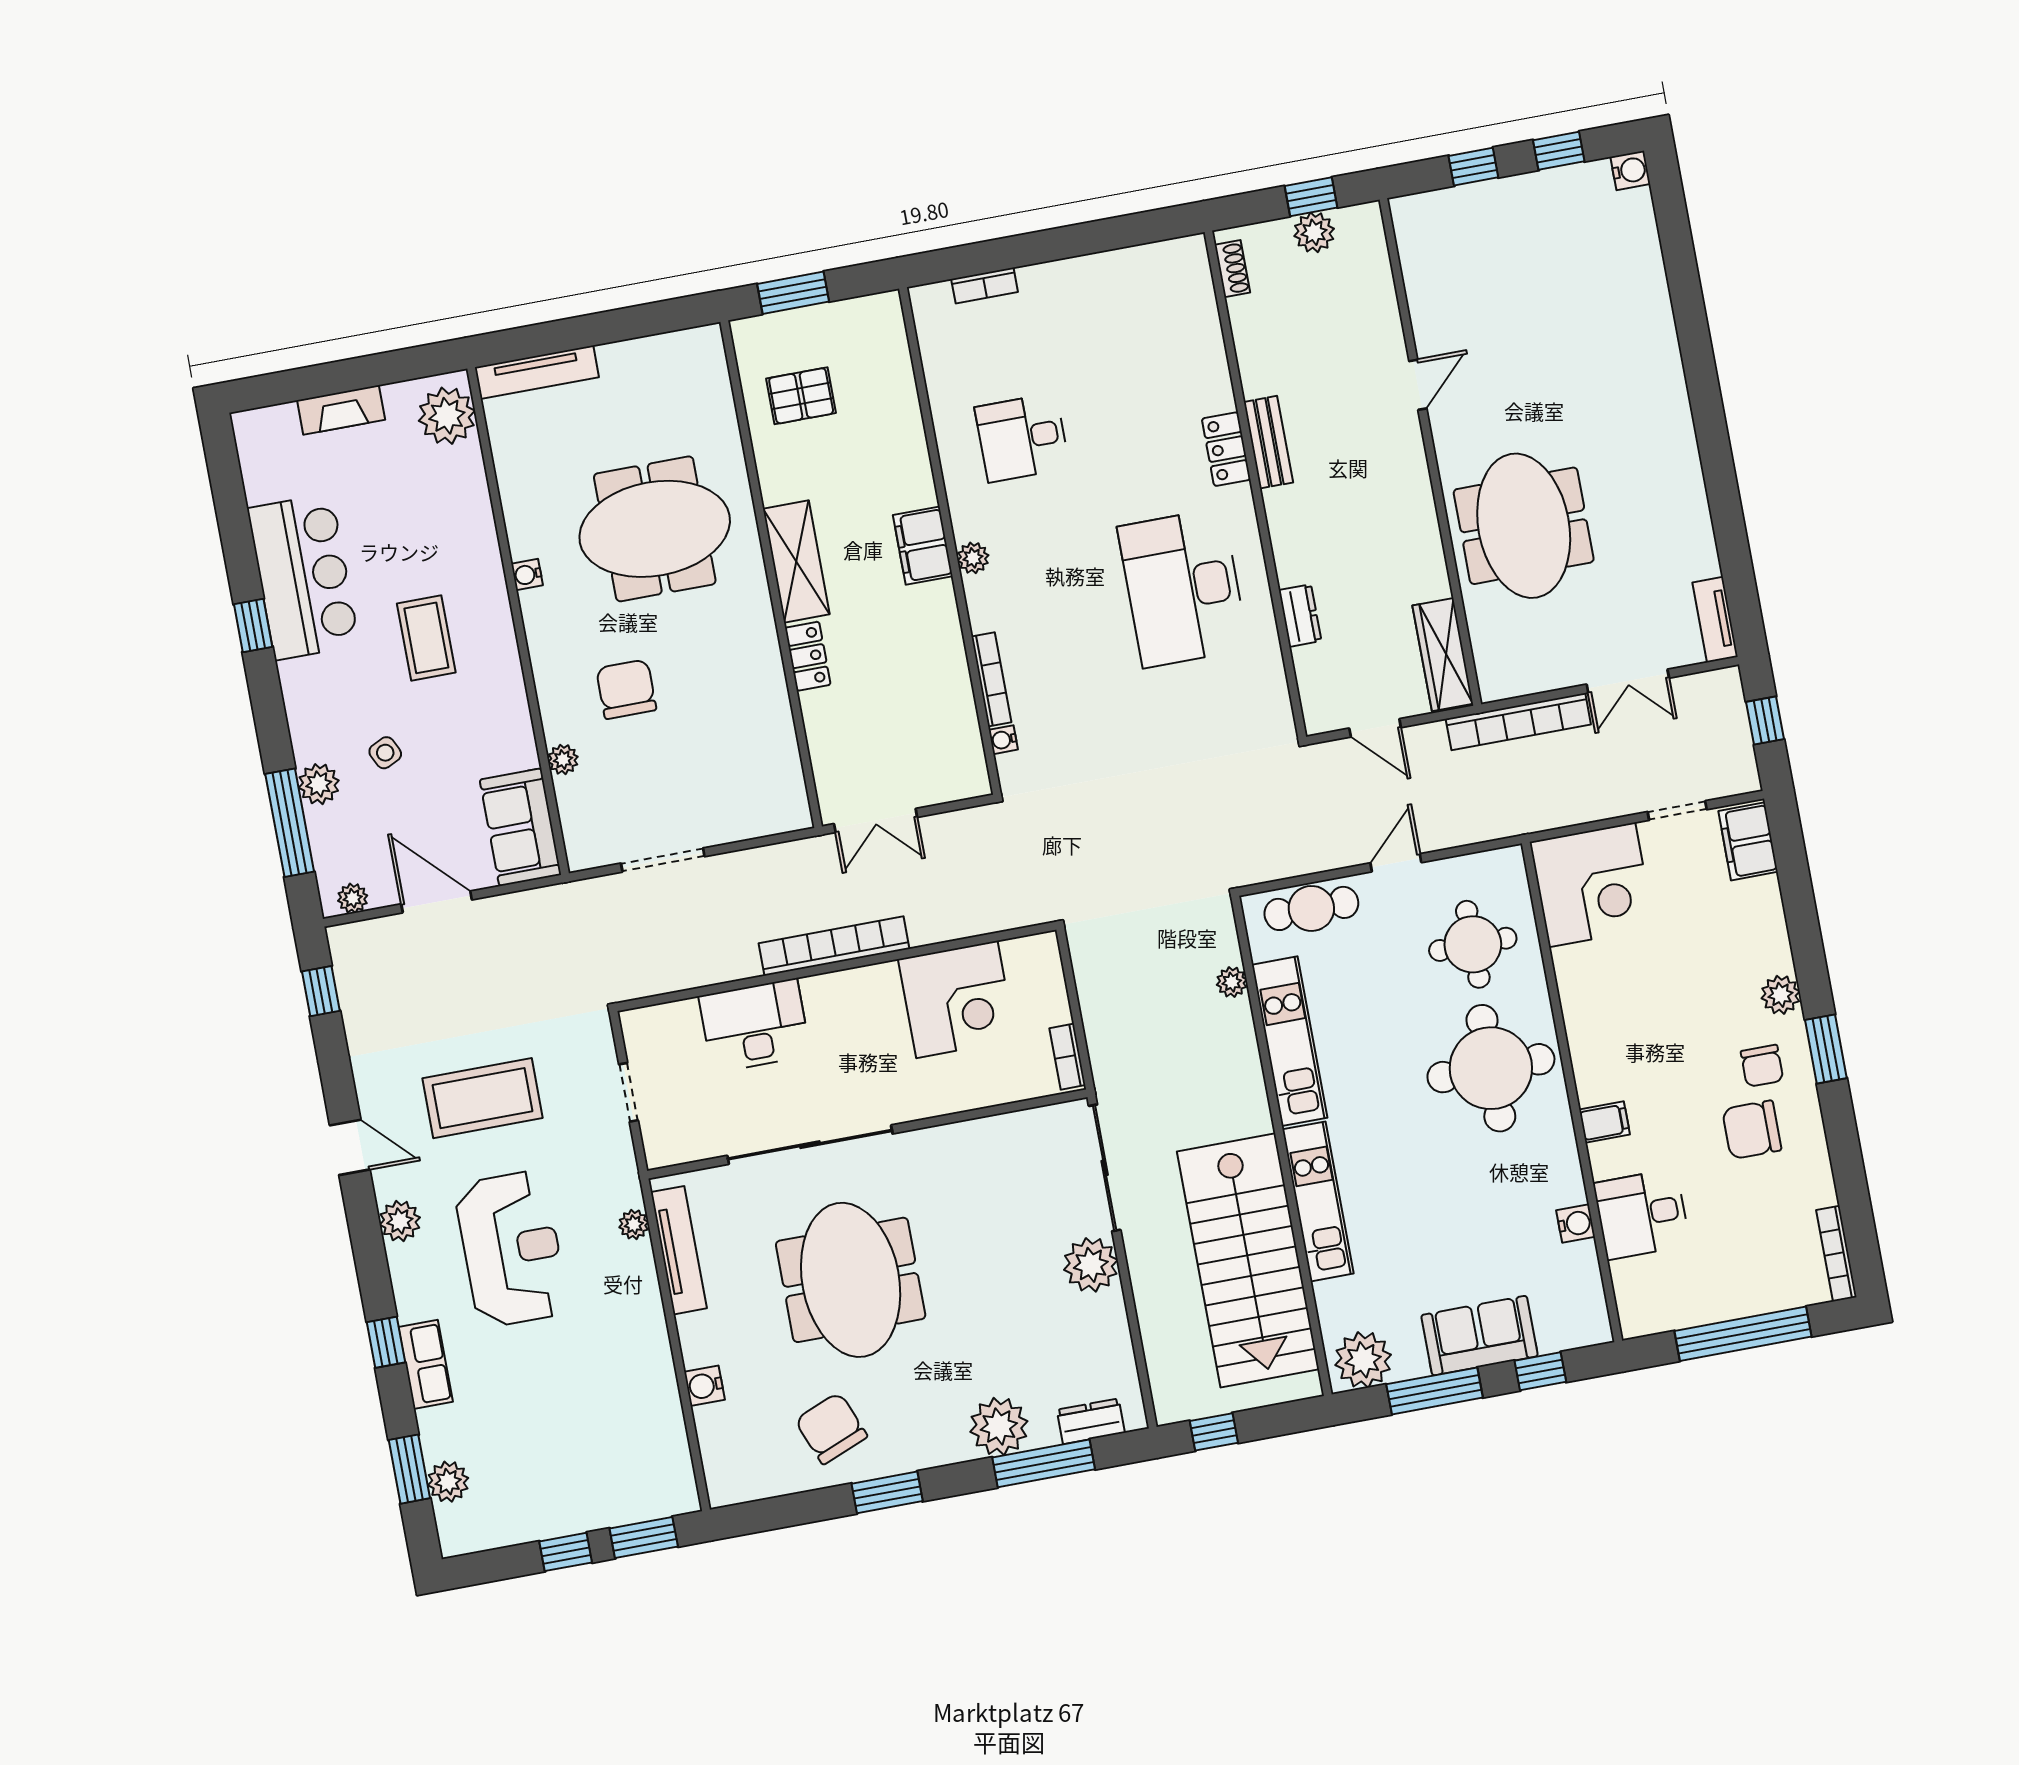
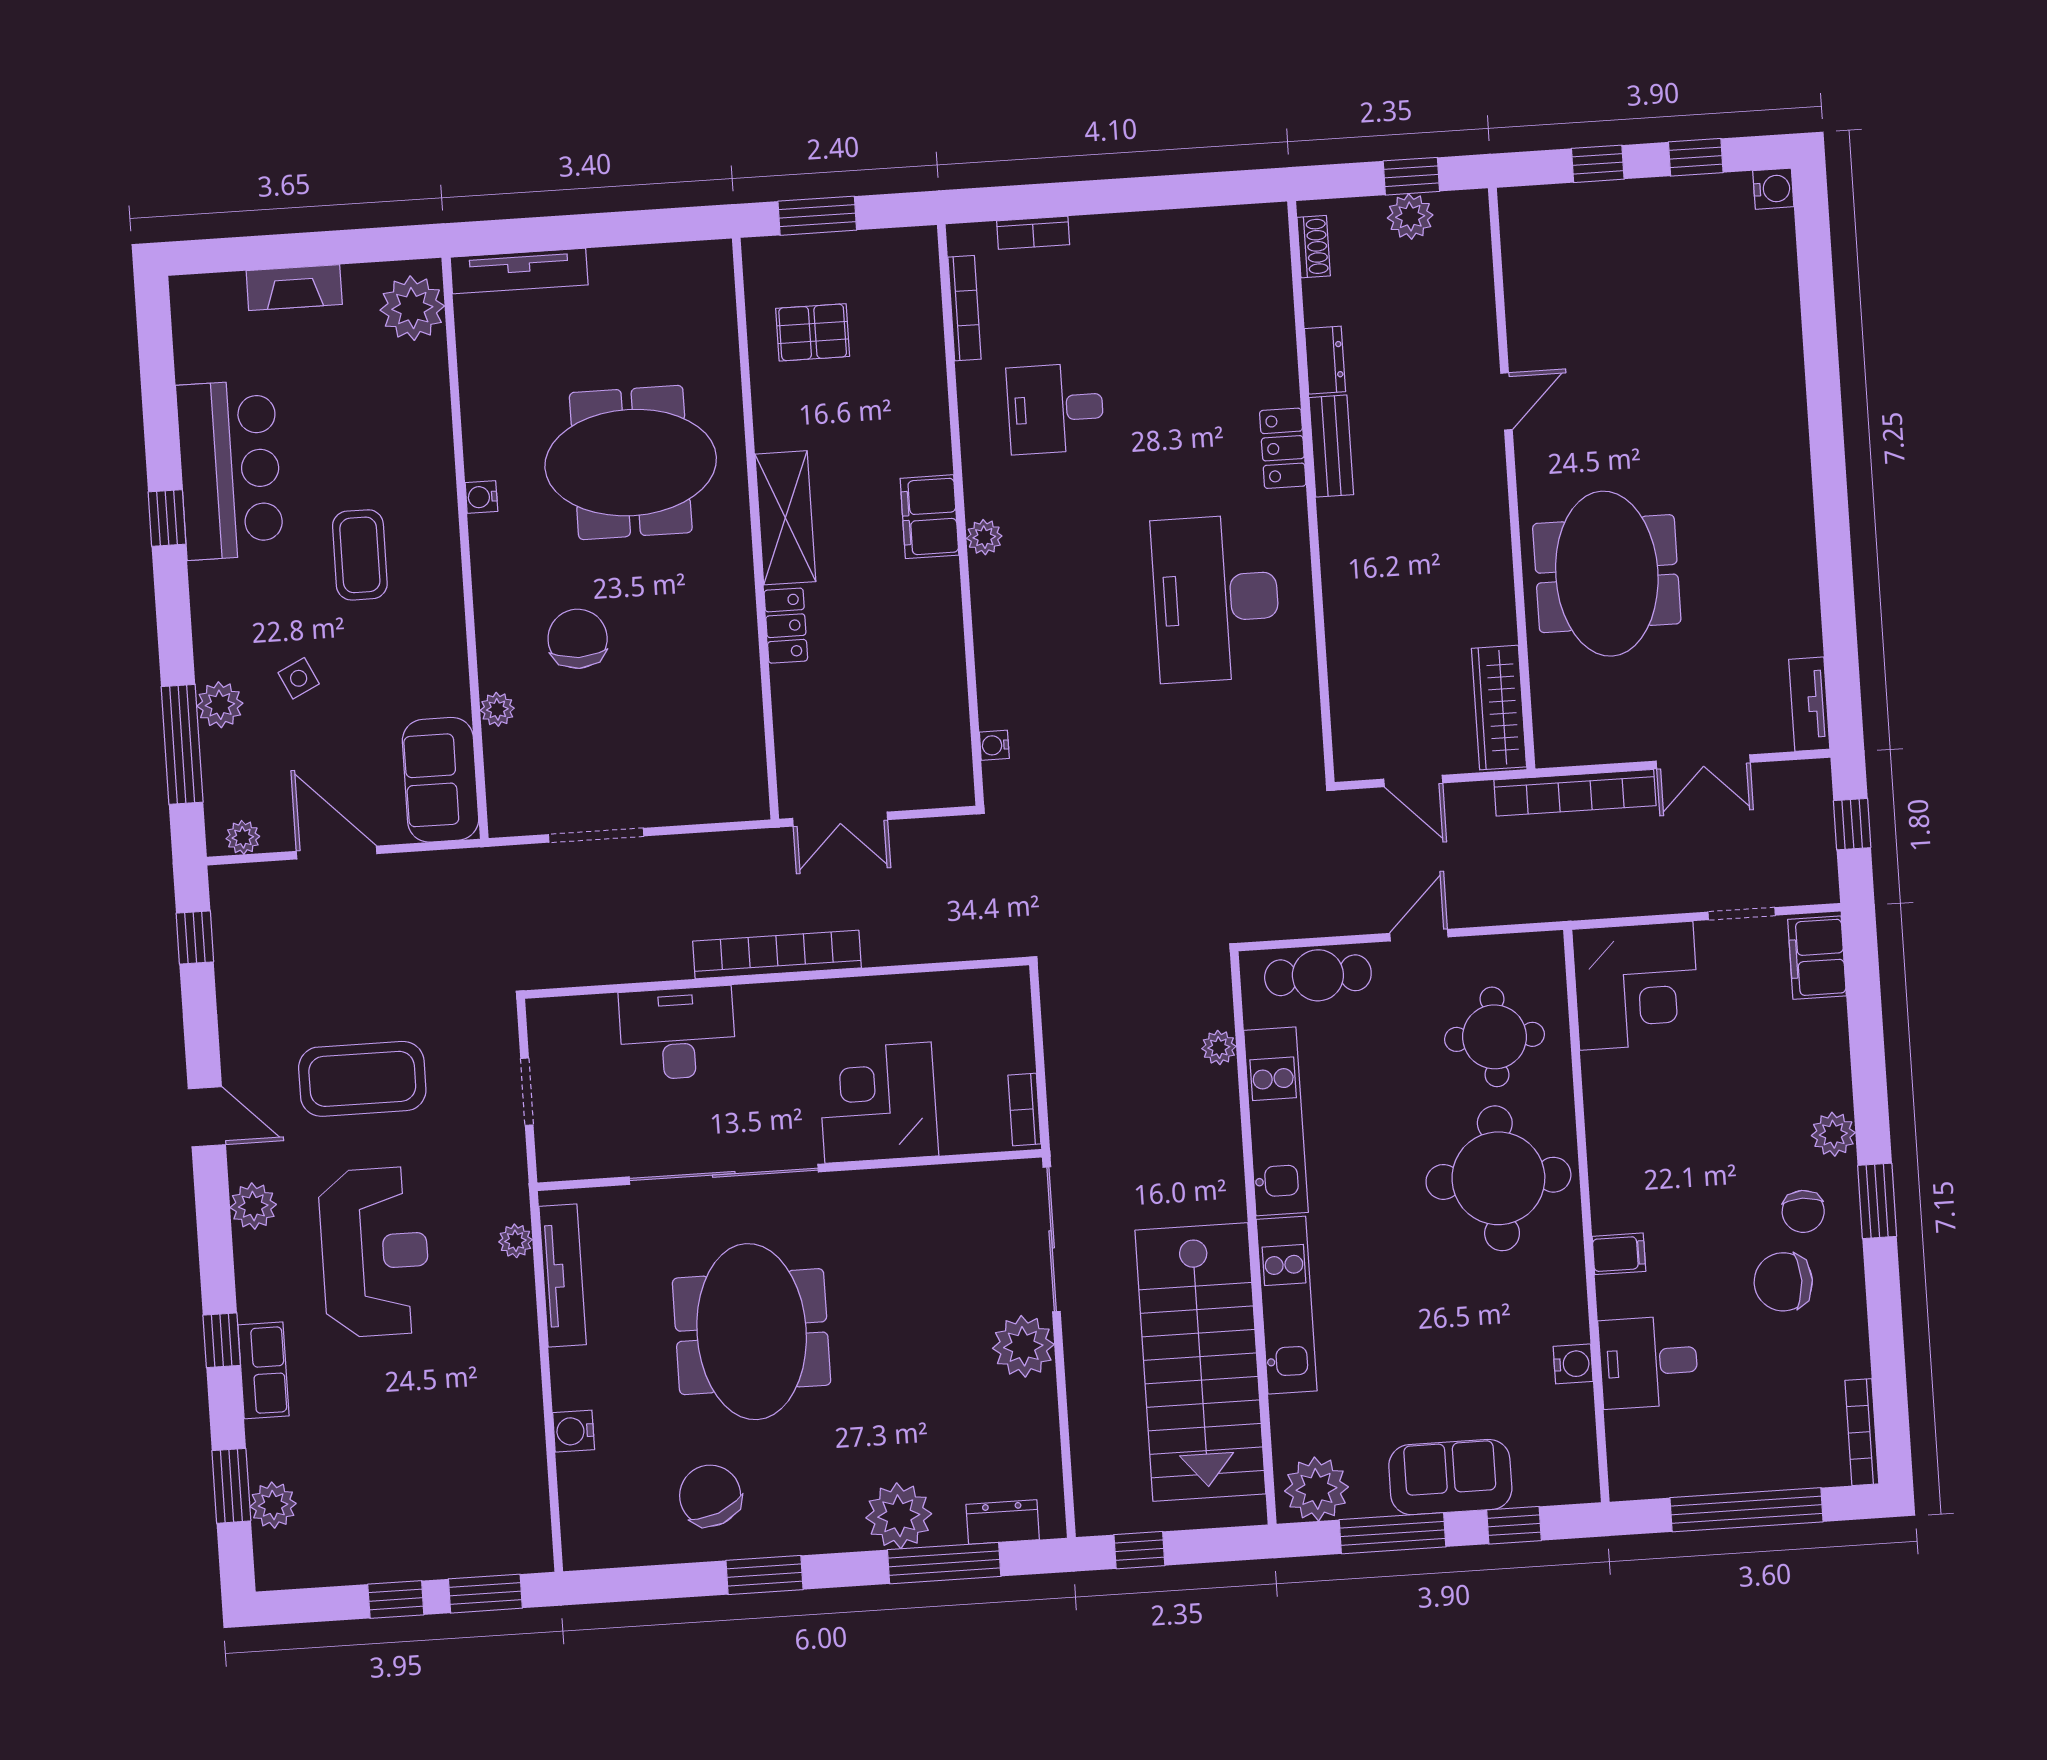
dresser: (1300, 615) -> (1325, 360), moved
bookcase: (991, 679) -> (964, 308), moved
corner desk: (957, 999) -> (878, 1103), moved, turned 180

